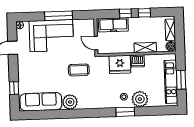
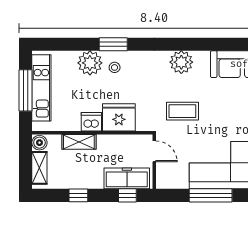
window: (125, 13) -> (127, 195), moved
window: (181, 80) -> (26, 90), width x1.44
plant: (70, 102) -> (181, 62), moved

